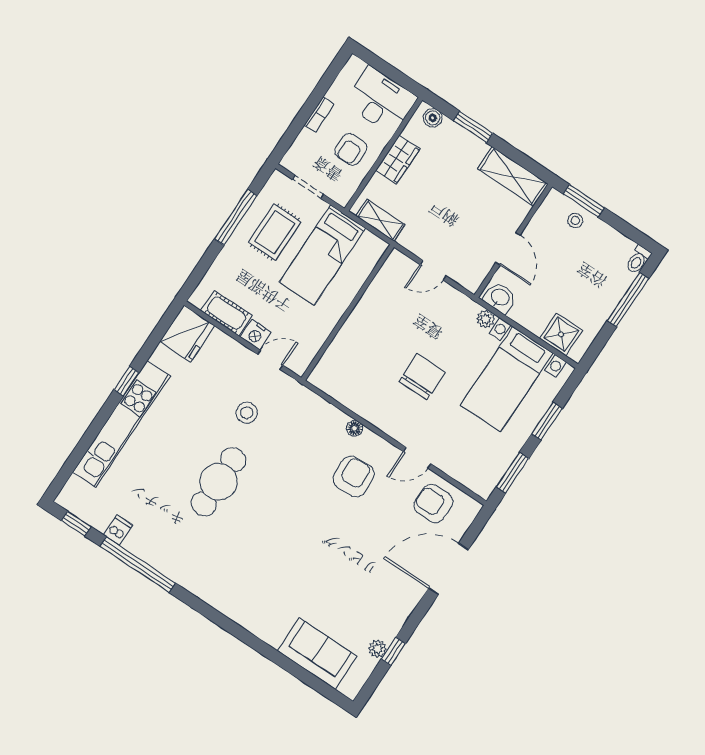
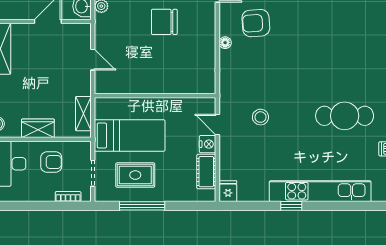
bookcase: (319, 114) -> (68, 197), moved
fridge: (187, 334) -> (228, 191), width x0.53, depth x0.75
cafe table: (218, 482) -> (345, 116), moved

